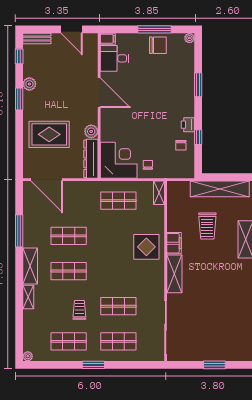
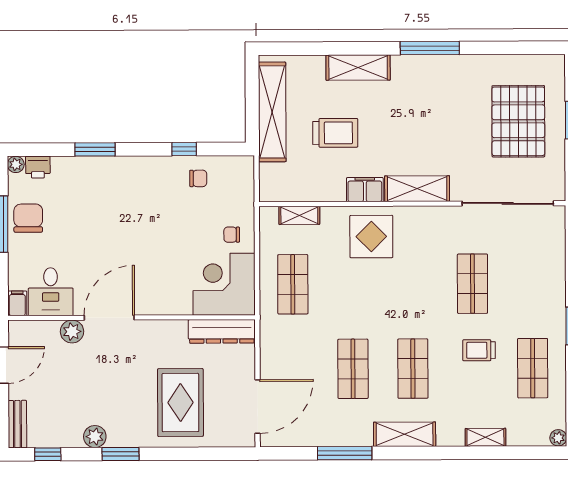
printer: (188, 125) -> (38, 167), moved
plant: (91, 131) -> (72, 332), moved
shelving: (159, 193) -> (299, 215), moved
shelving: (28, 297) -> (485, 437), moved
pallet: (214, 334) -> (518, 121), added
shop shelf: (118, 341) -> (532, 283), removed

